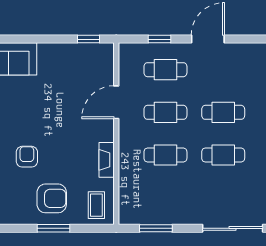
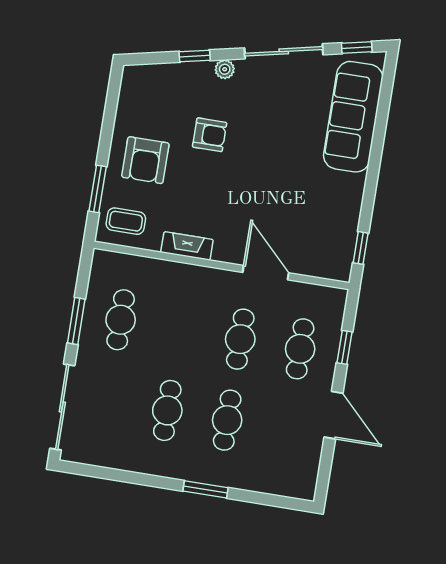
cafe table: (165, 155) -> (121, 320), moved
window: (53, 228) -> (98, 189), moved
window: (156, 228) -> (76, 321), moved

